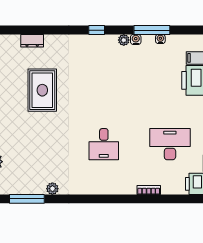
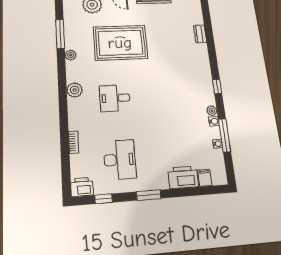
rug: (42, 90) -> (120, 43), moved, width x1.37, depth x1.44
plant: (93, 186) -> (75, 90), added

